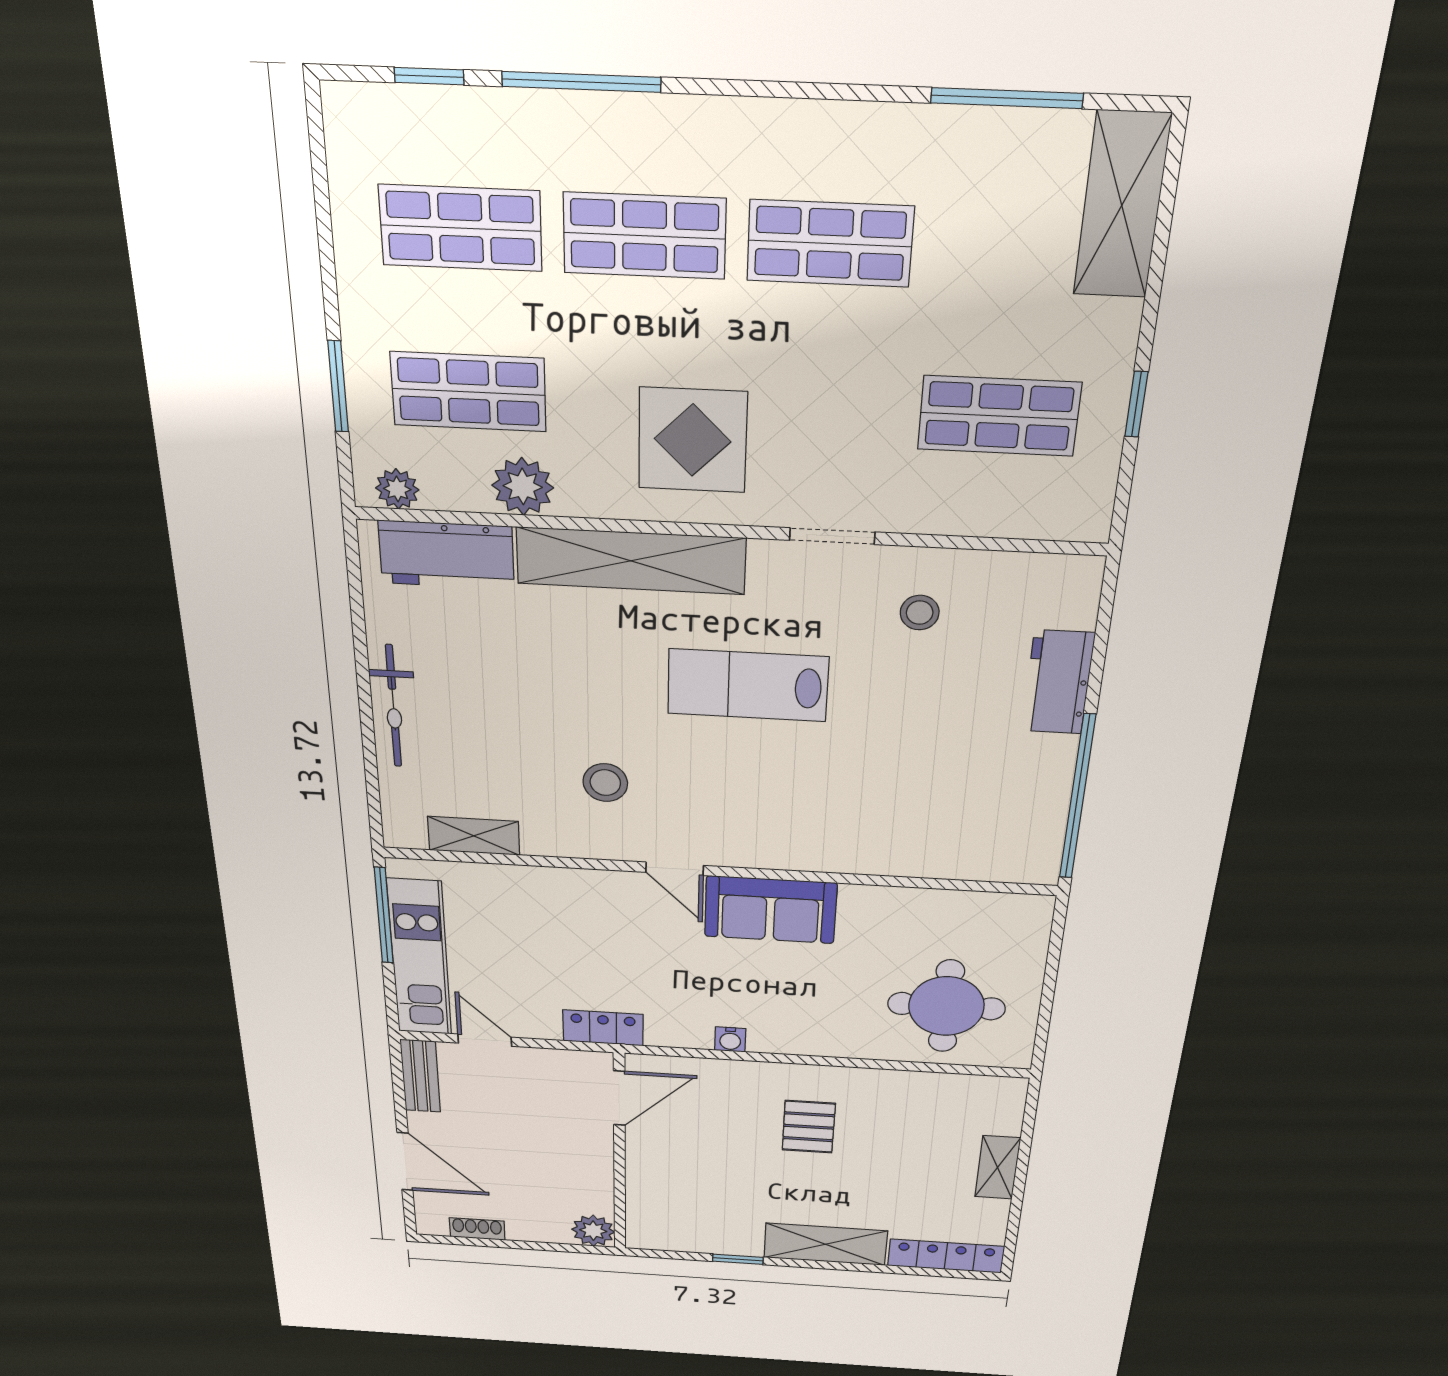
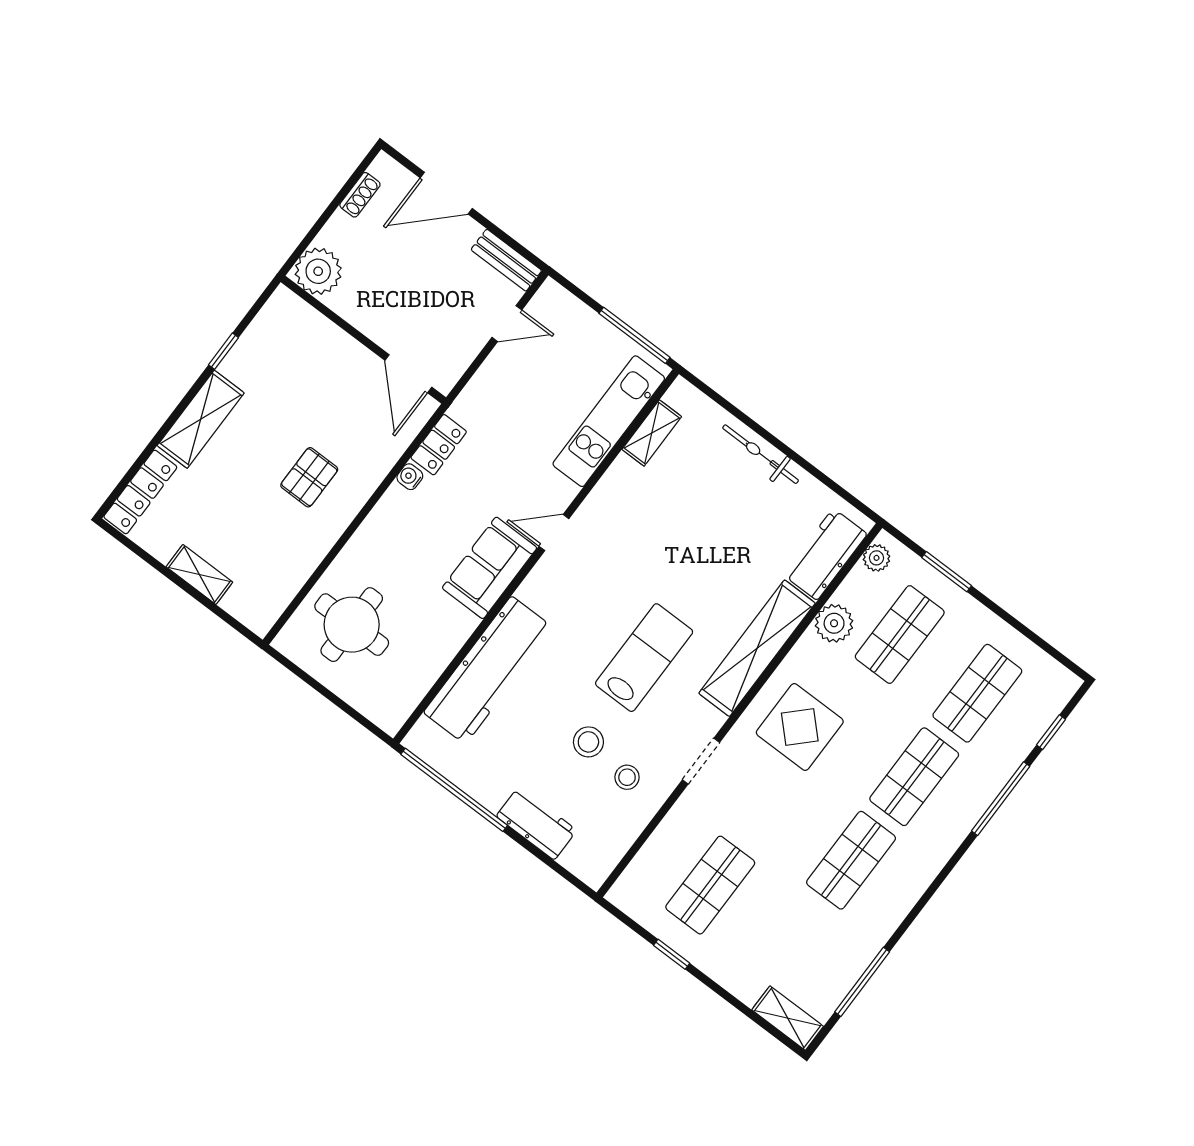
shelving: (1122, 205) -> (788, 1018), width x0.67, depth x0.75
stool: (605, 783) -> (588, 742), moved
workbench: (896, 844) -> (488, 670), added
kitchen unit: (420, 958) -> (609, 421), moved, turned 90
locker: (603, 1028) -> (439, 445), moved
pallet: (809, 1127) -> (309, 477), turned 90
plant: (593, 1231) -> (318, 271), width x1.36, depth x1.36

